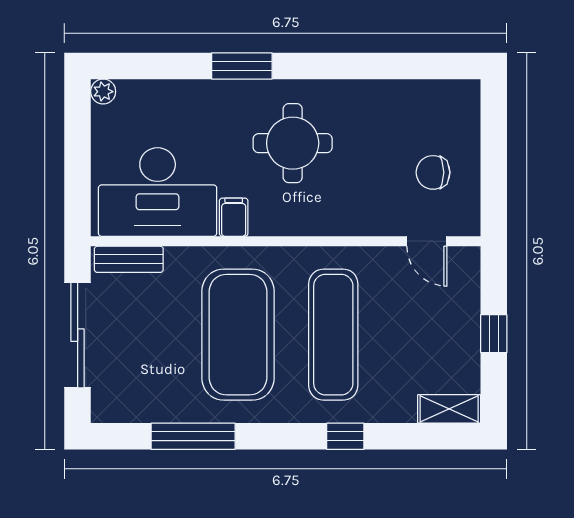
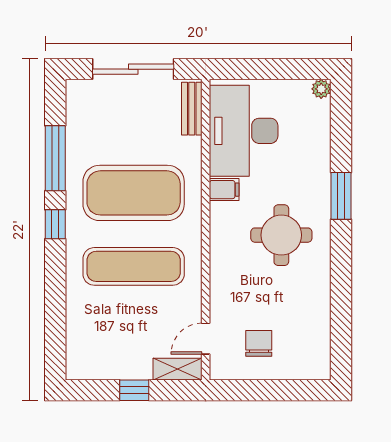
shelving: (449, 409) -> (178, 369), moved, turned 90
window: (345, 436) -> (55, 224), moved

